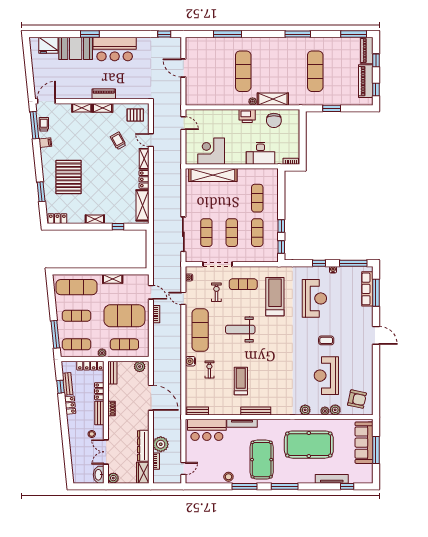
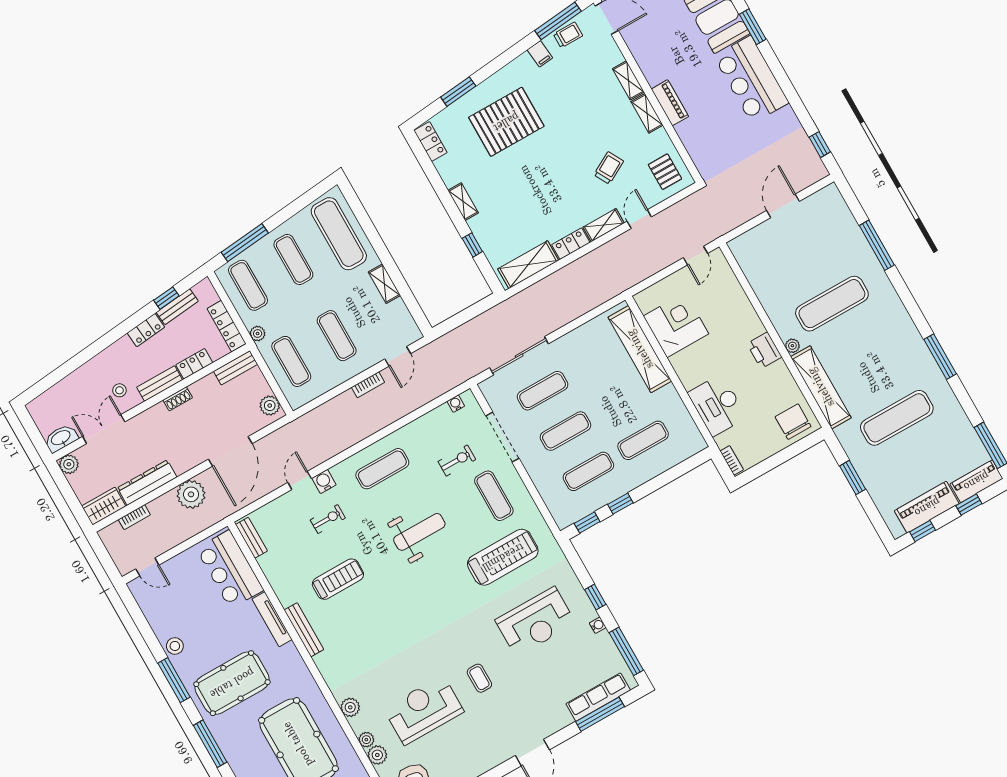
shelving: (273, 99) -> (821, 387), width x1.47
chair: (274, 120) -> (793, 422), moved, turned 90
door: (183, 298) -> (300, 480), moved
exercise mat: (124, 316) -> (337, 336), width x0.50, depth x0.69
weight bench: (240, 329) -> (419, 532), turned 90
exercise mat: (200, 330) -> (382, 469), width x0.73, depth x0.69
plant: (161, 444) -> (191, 494), moved

